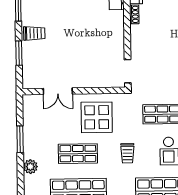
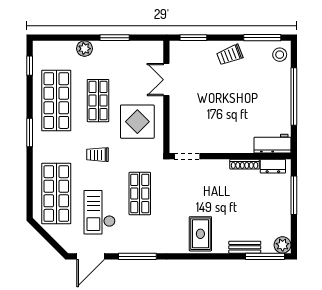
shoe rack: (134, 14) -> (245, 164), width x1.43
trolley: (34, 33) -> (230, 55), turned 69
window: (19, 53) -> (193, 38), moved

